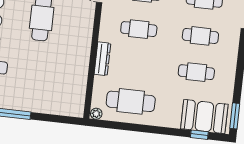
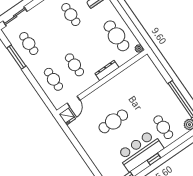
cafe table: (200, 36) -> (50, 29), removed

